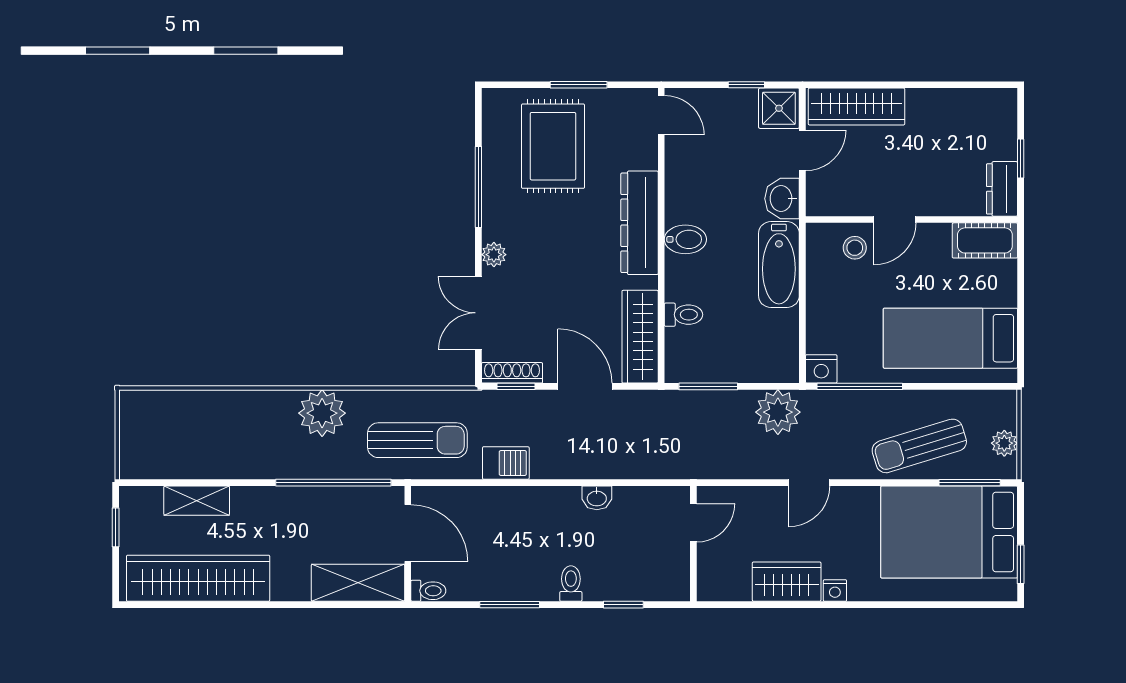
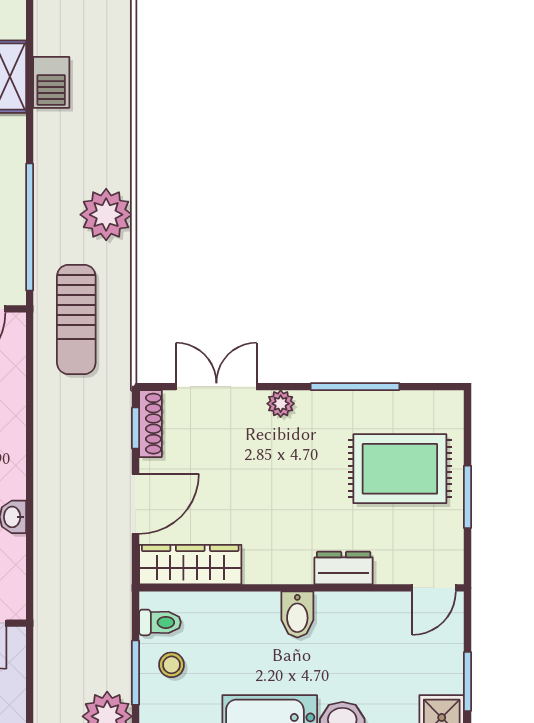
window: (746, 85) -> (468, 682), width x1.50
dresser: (640, 223) -> (344, 568), width x0.51, depth x0.80
toilet: (683, 315) -> (160, 622), moved, turned -90
stool: (731, 354) -> (172, 665), added
window: (708, 386) -> (135, 673), moved
barbecue: (506, 463) -> (51, 82), moved

